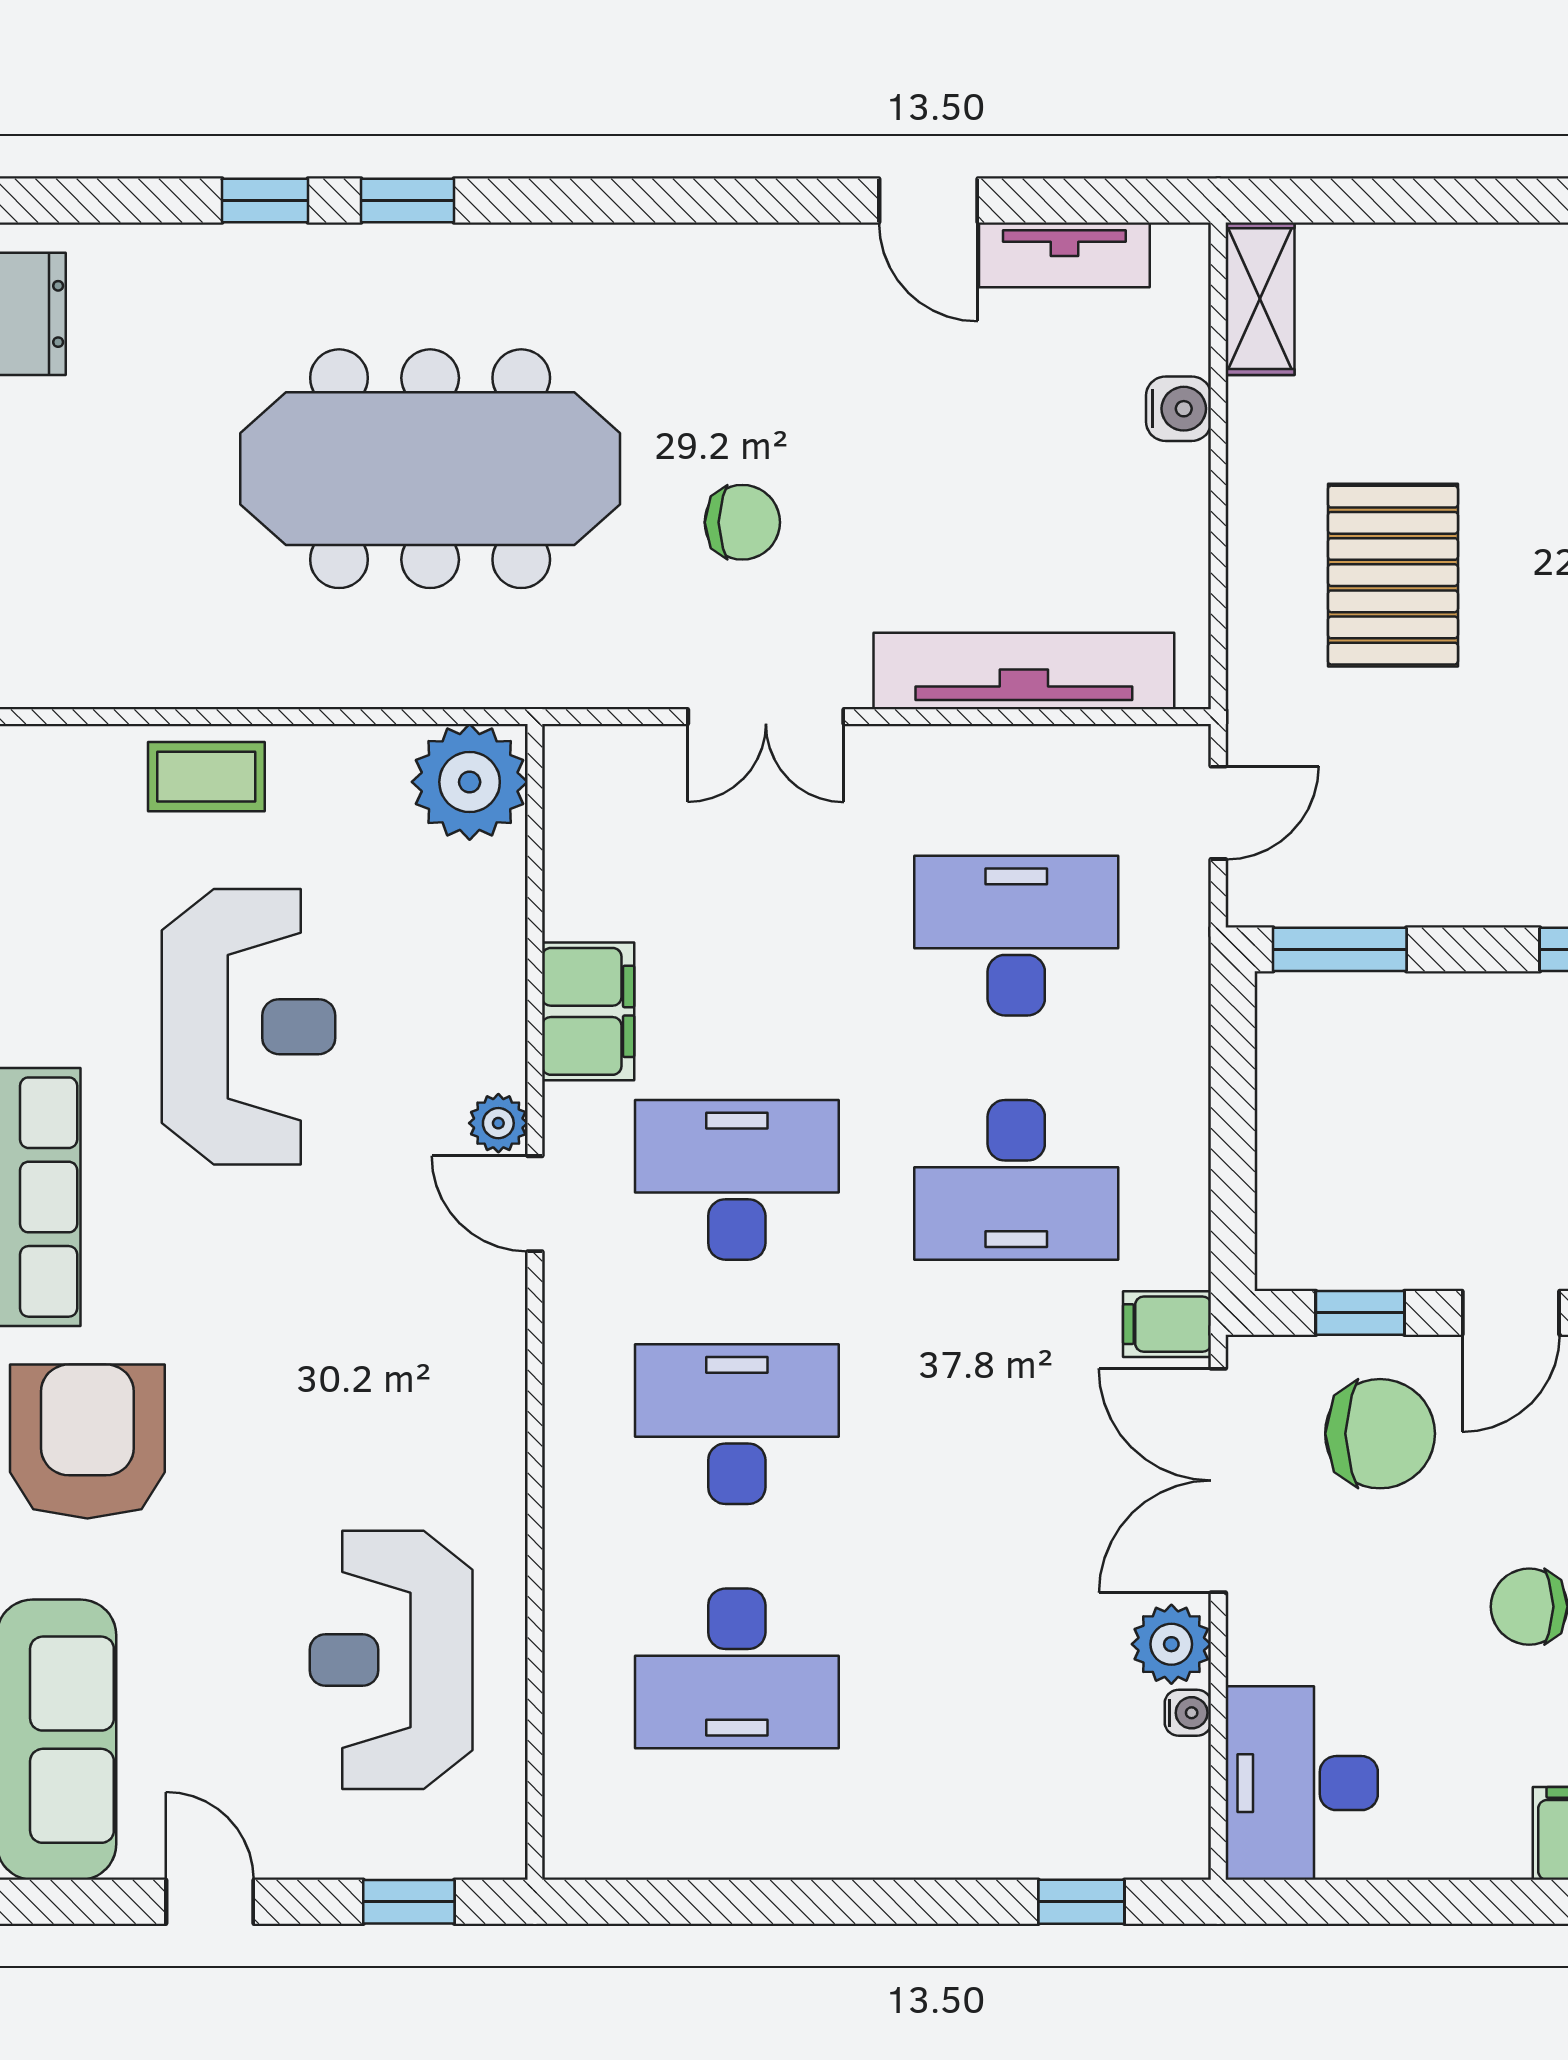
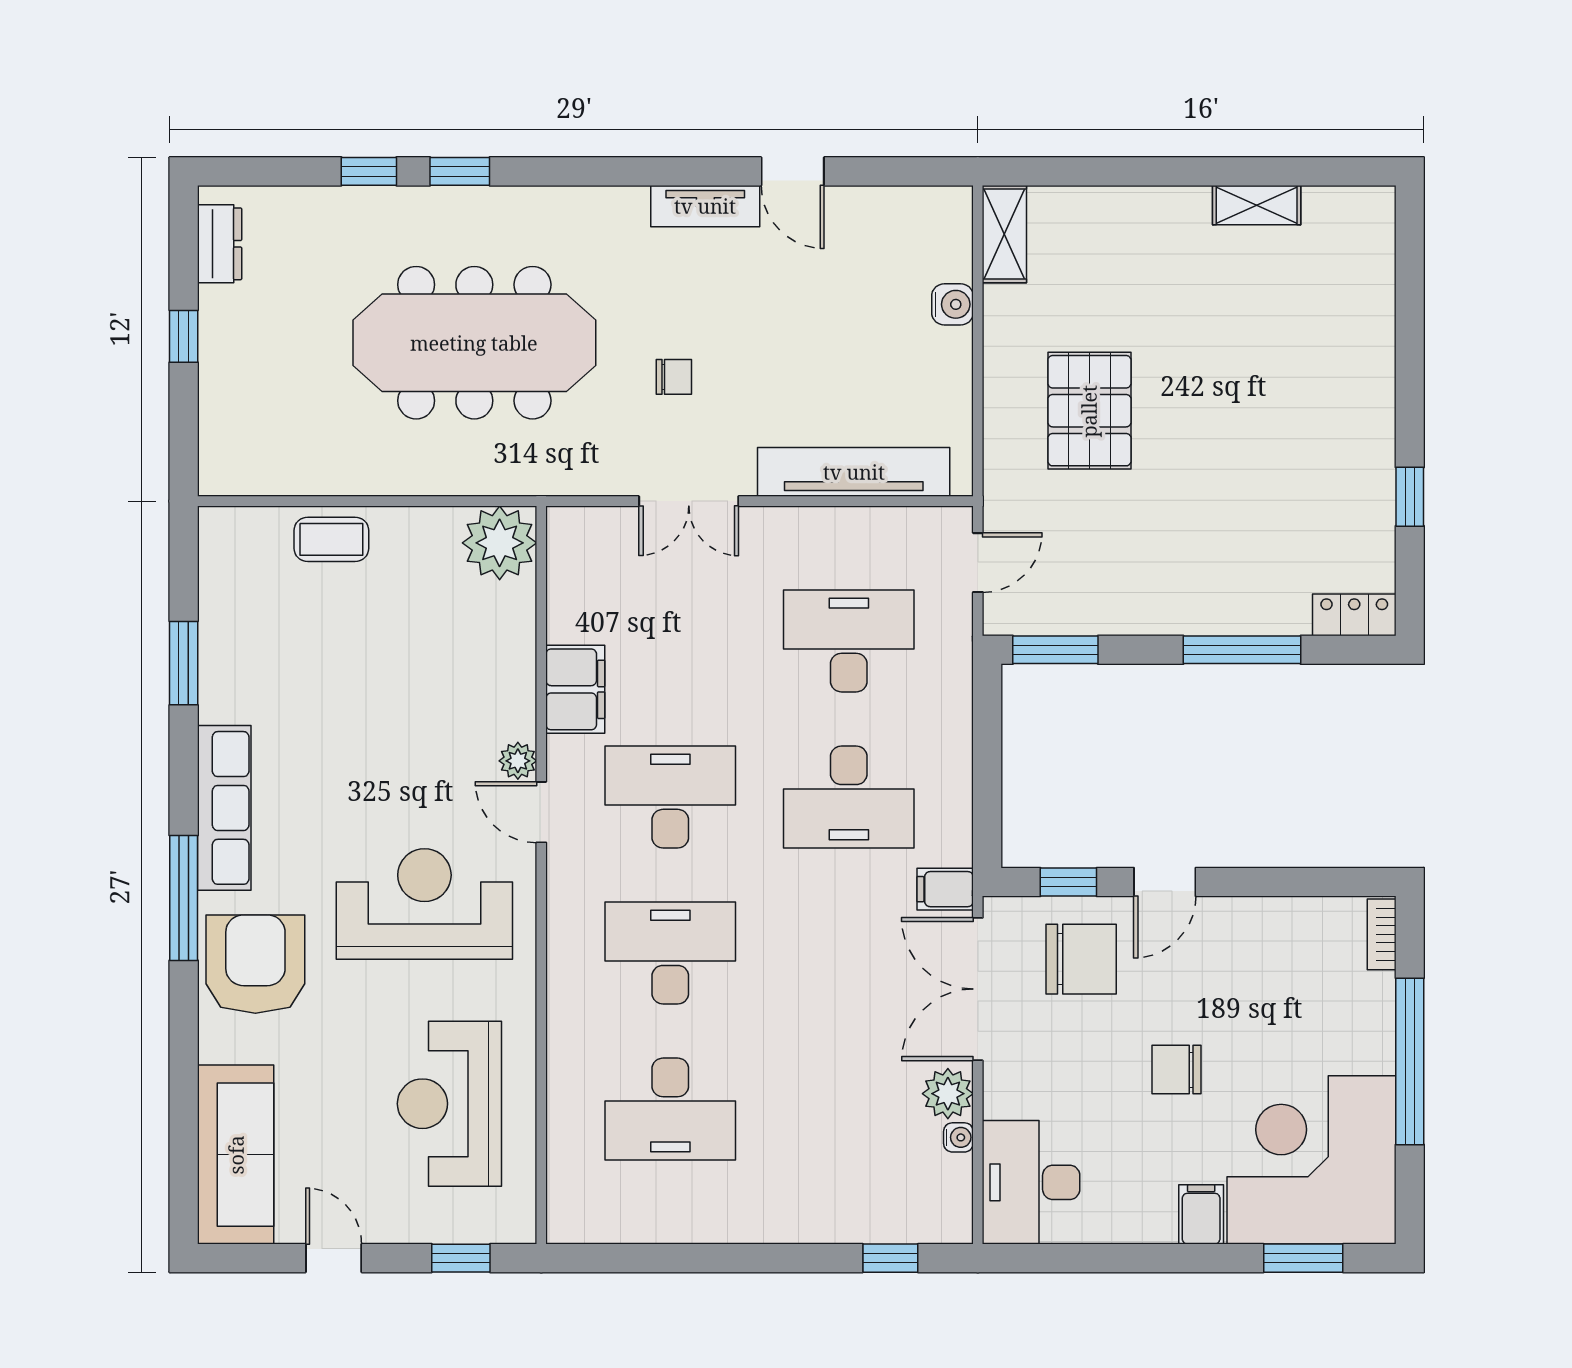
tv unit: (1064, 255) -> (705, 206), moved
chair: (742, 522) -> (674, 377), width x0.73, depth x0.73
reception desk: (249, 1027) -> (424, 904), moved, turned -90

